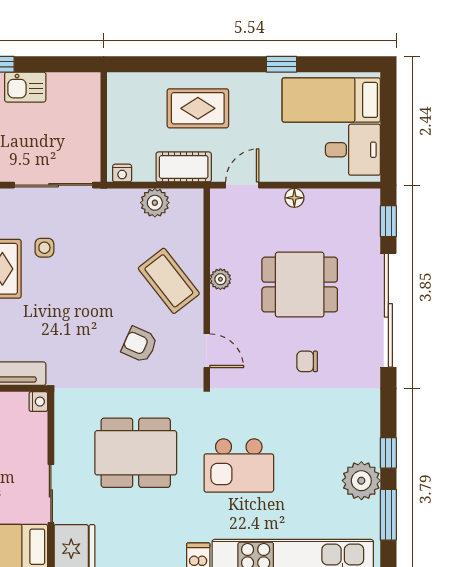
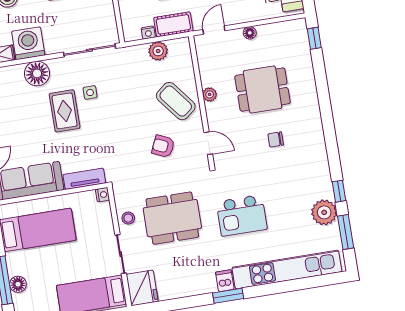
nightstand: (122, 173) -> (148, 33), moved
sliding door: (388, 310) -> (324, 97), removed
stool: (71, 442) -> (128, 218), added

